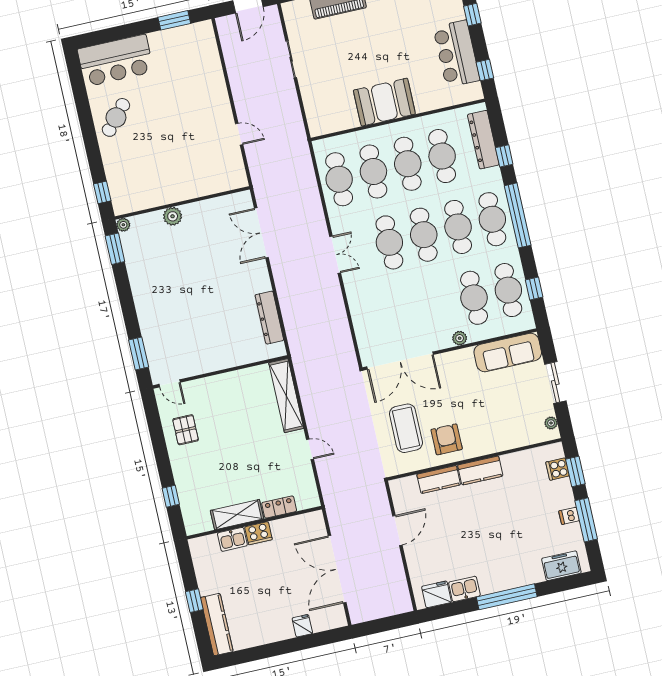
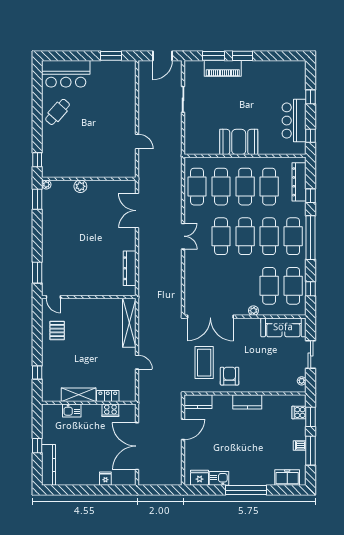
kitchen counter: (439, 480) -> (198, 402), moved
cooker: (258, 533) -> (110, 410), moved

